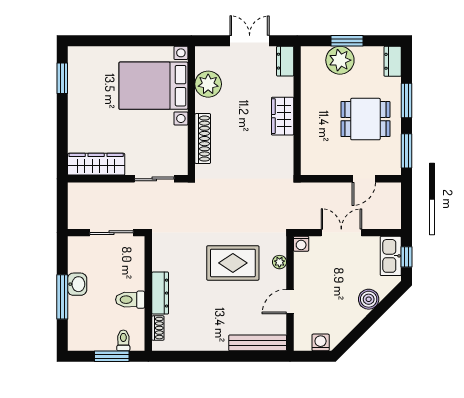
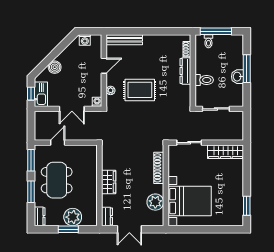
dining table: (365, 119) -> (57, 180), width x1.38
toilet: (130, 300) -> (204, 80), moved
window: (112, 356) -> (216, 31), width x1.44

